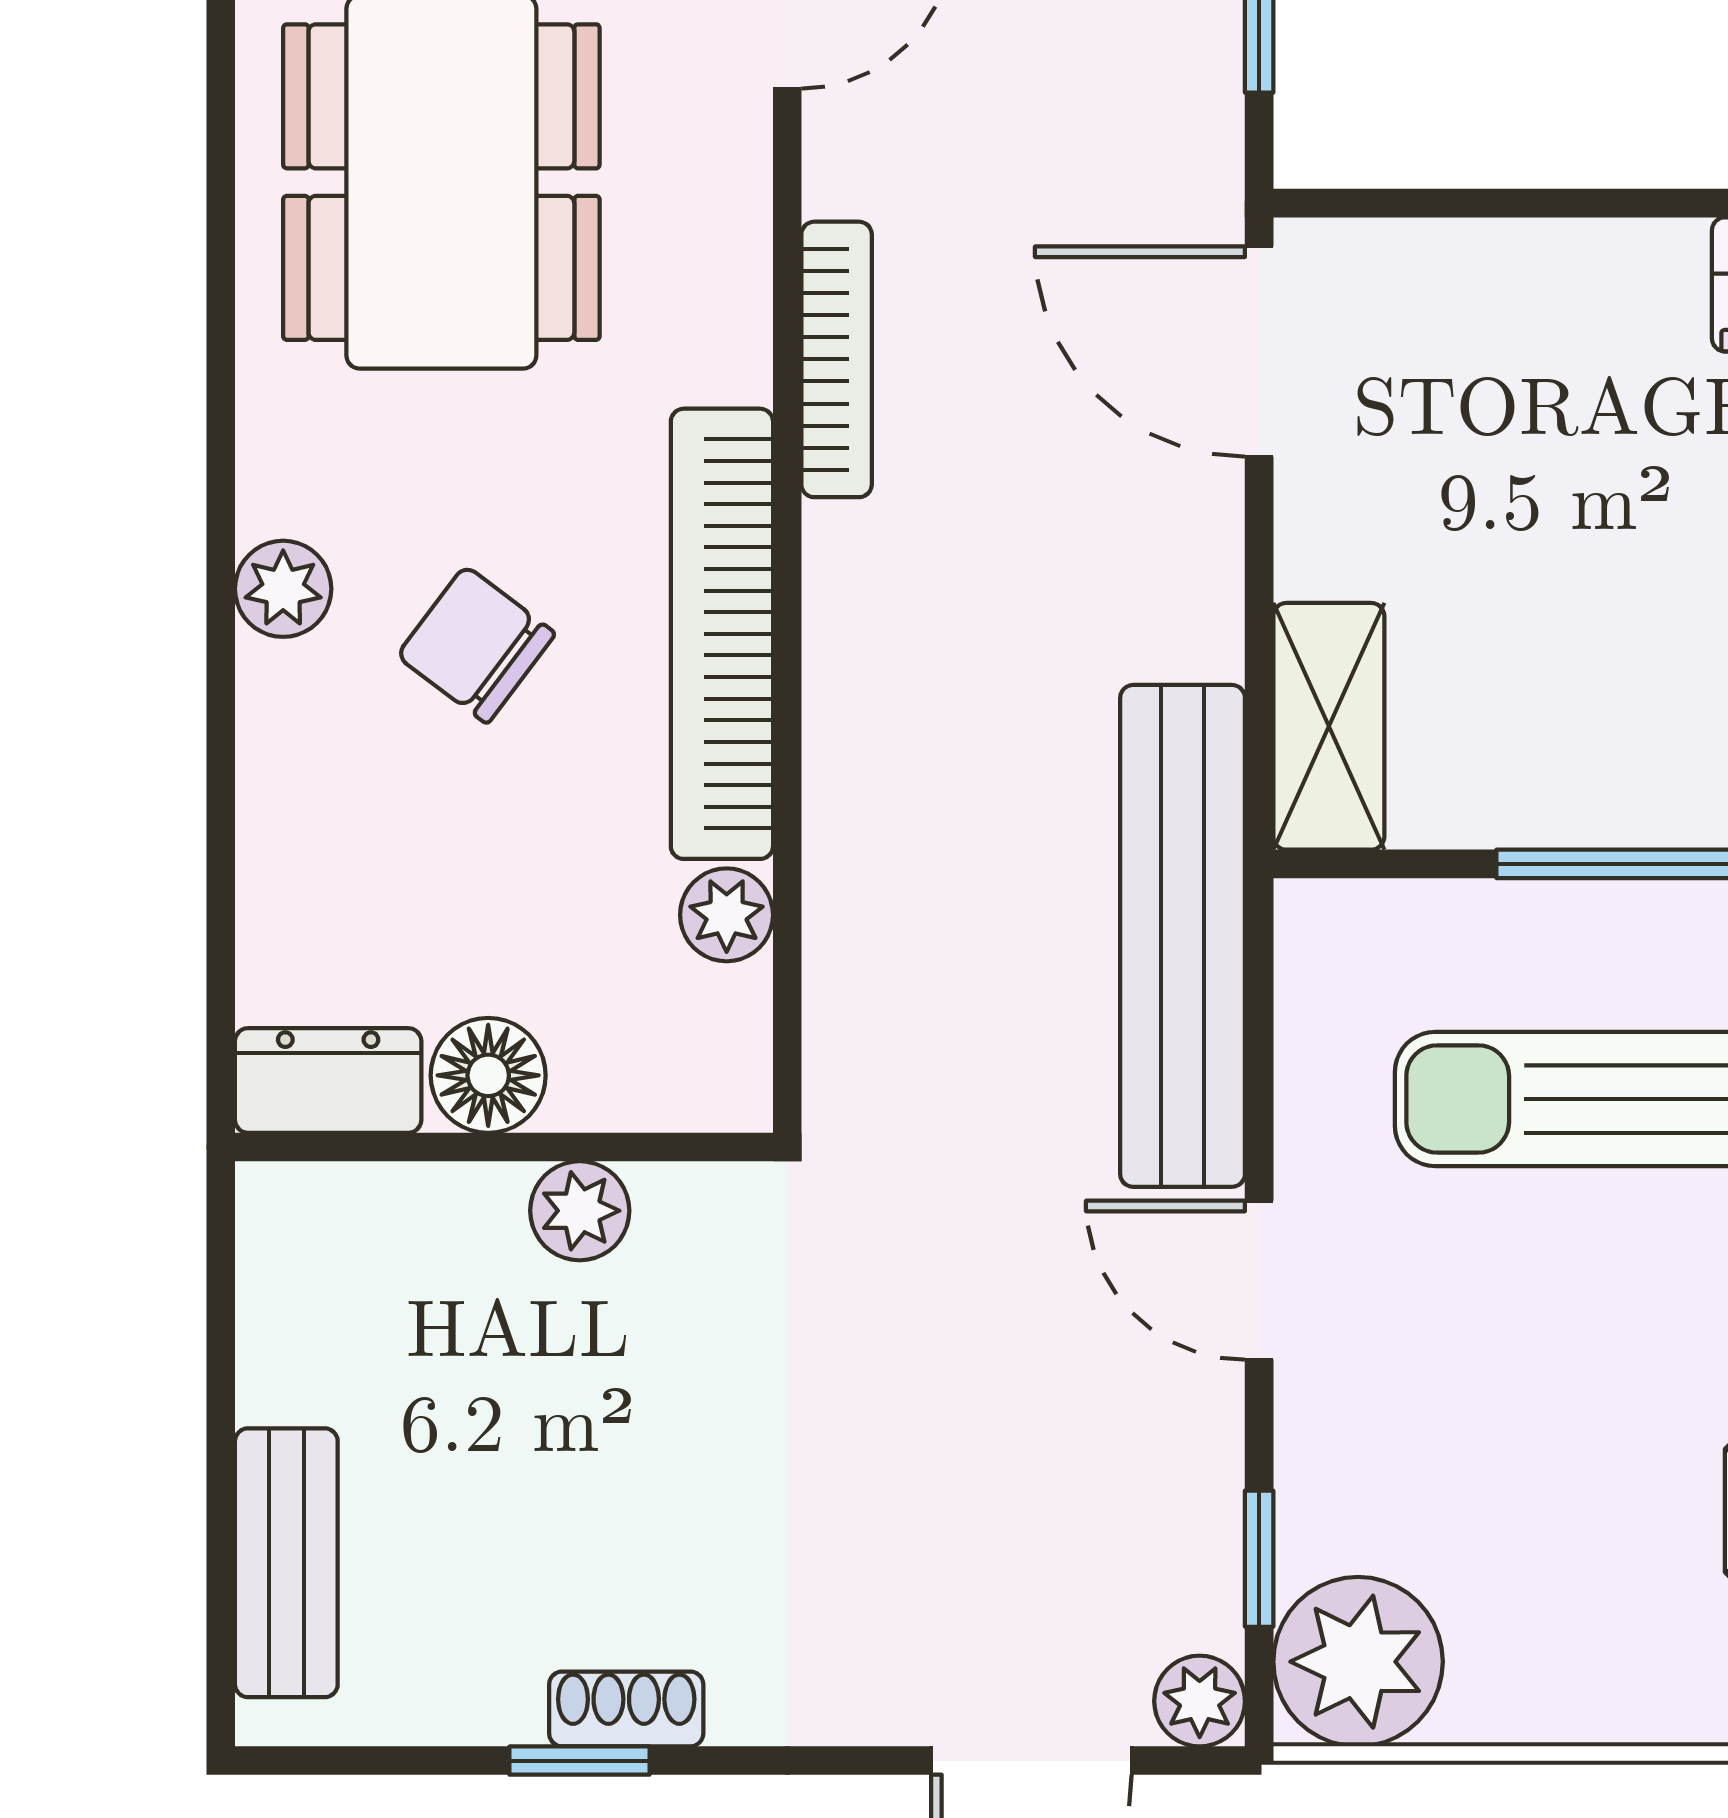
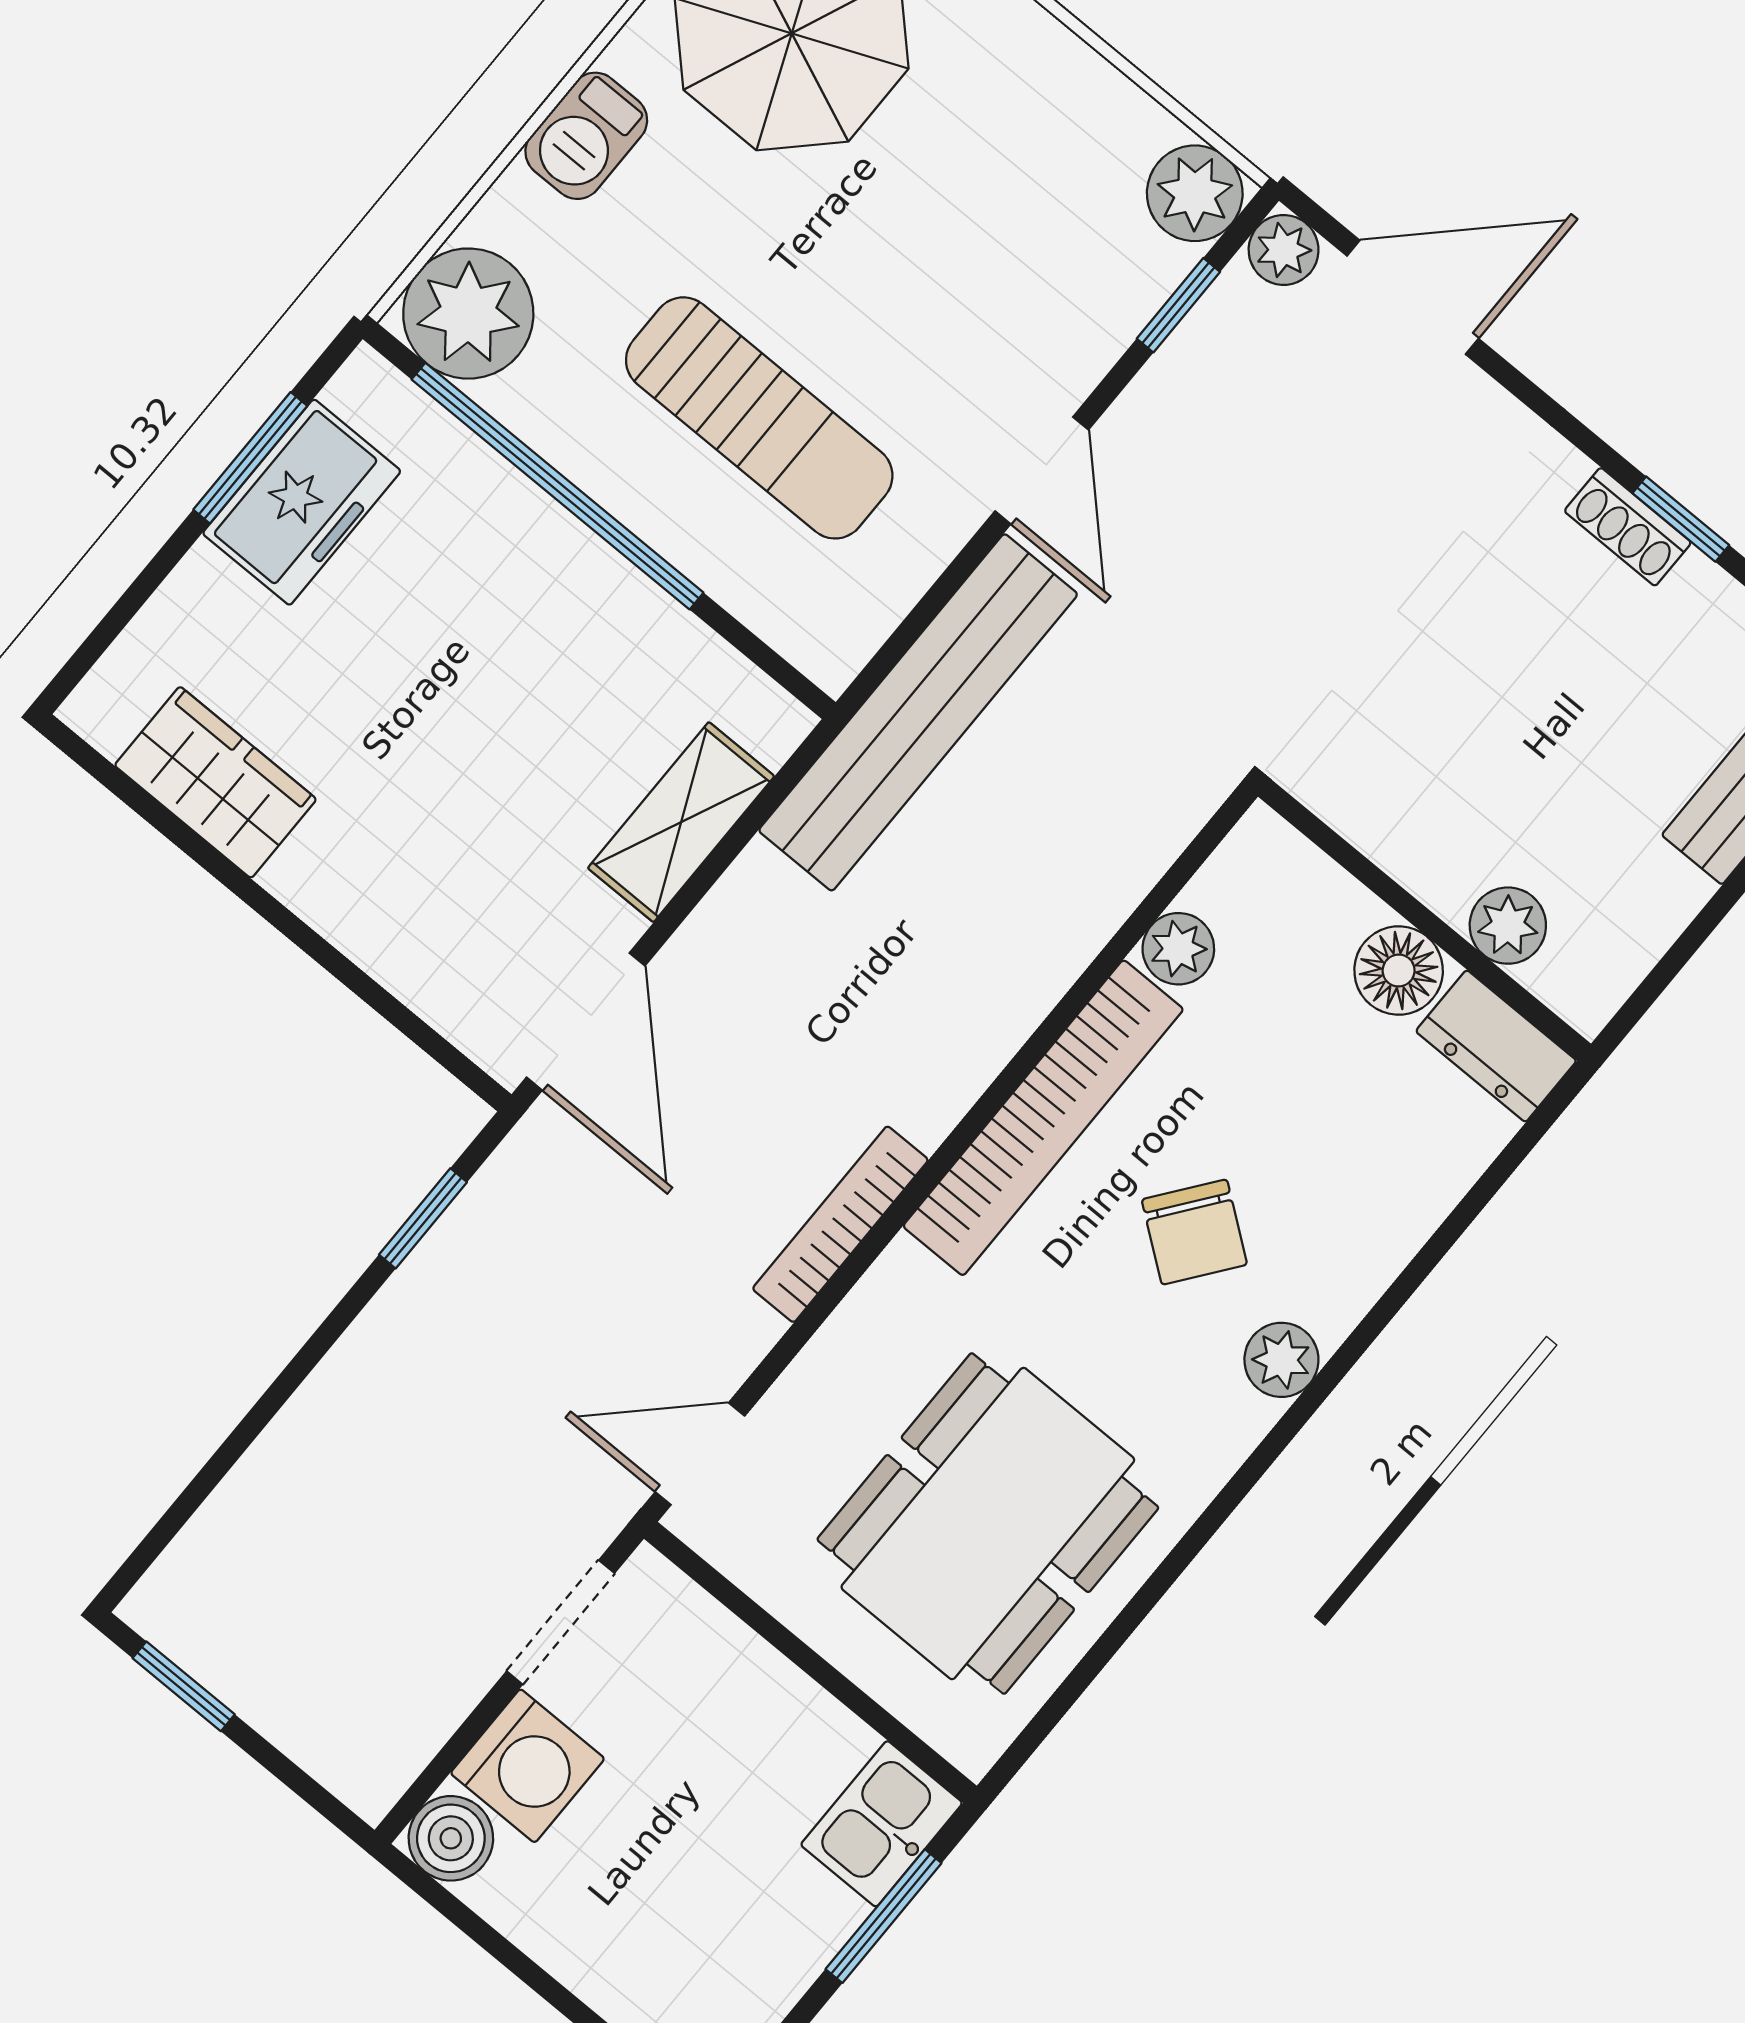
shelving: (1329, 726) -> (681, 822), moved
plant: (580, 1211) -> (1508, 926), moved
plant: (1358, 1662) -> (1195, 193), width x0.73, depth x0.73

